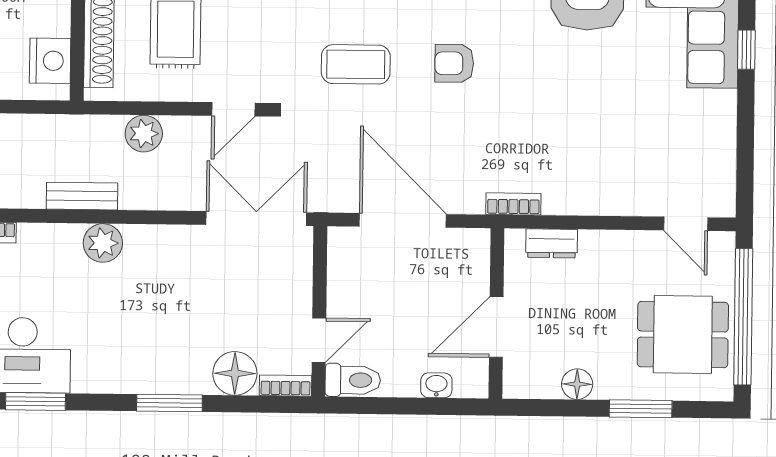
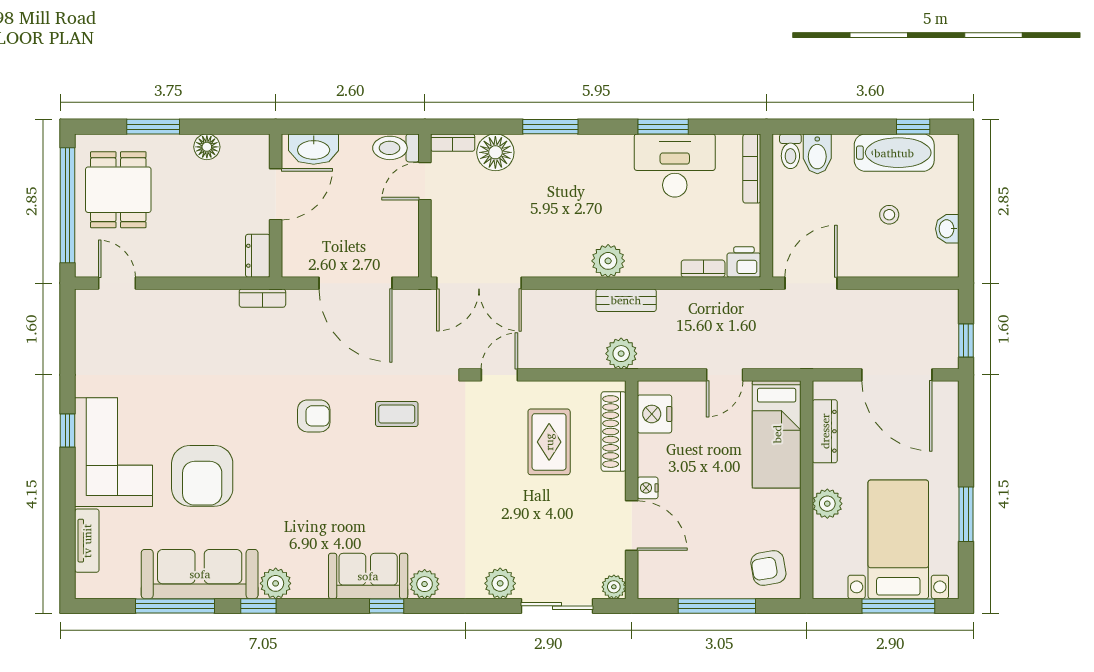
coffee table: (356, 64) -> (397, 414), width x0.73, depth x0.77
plant: (144, 134) -> (621, 354), moved
dresser: (552, 243) -> (258, 256), moved, turned -90
dining table: (683, 335) -> (118, 190), turned 90
washbasin: (436, 385) -> (314, 149), width x1.91, depth x1.45

